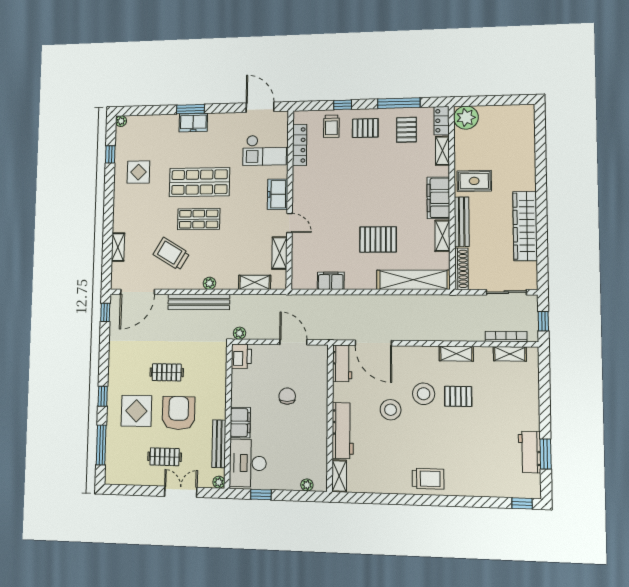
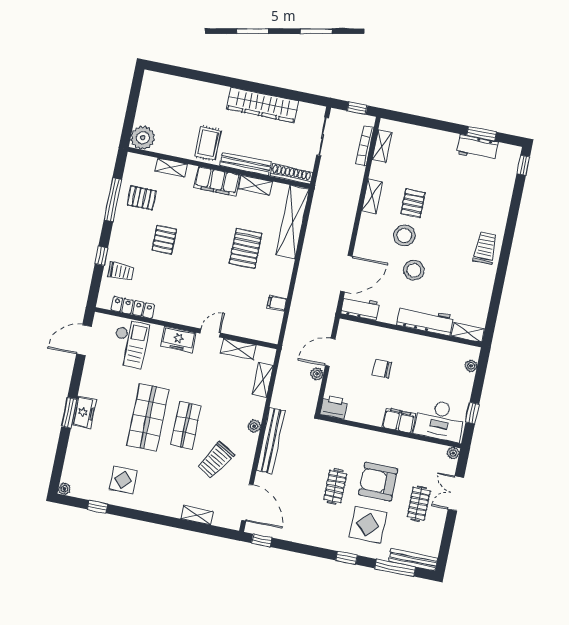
locker: (442, 121) -> (140, 162), removed
pallet: (365, 128) -> (164, 240), moved
filing cabinet: (331, 281) -> (277, 303), width x0.50
plant: (240, 333) -> (317, 374), moved
bench: (219, 444) -> (413, 560), moved

